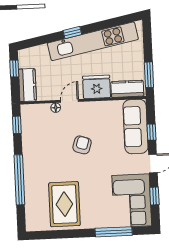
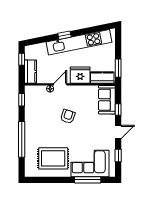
sofa: (136, 127) -> (107, 100), width x0.73
corner sofa: (132, 201) -> (90, 163), moved, turned 90
rug: (64, 204) -> (53, 158), turned 90

